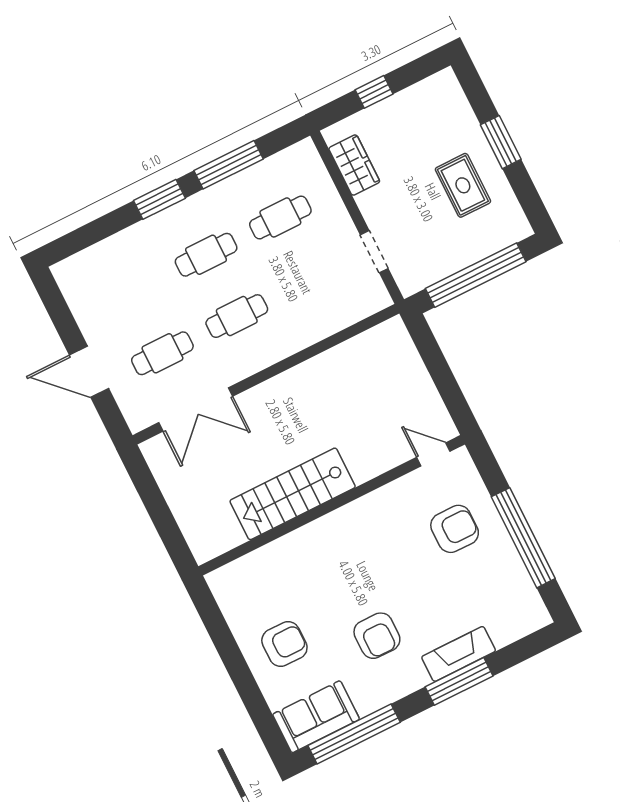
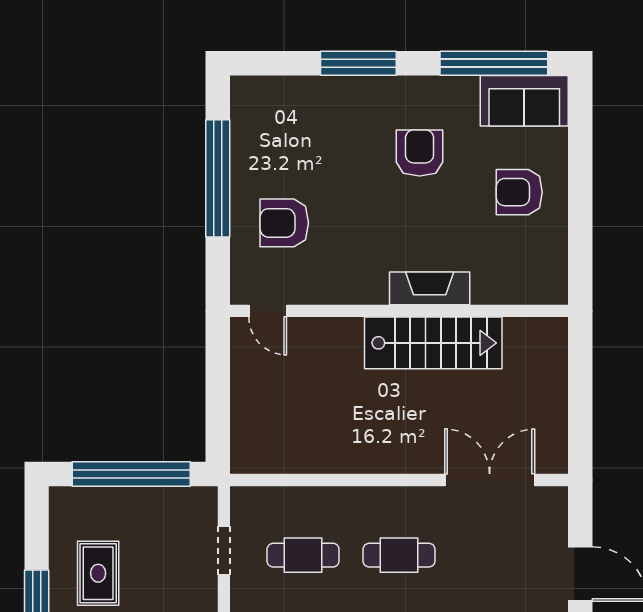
cafe table: (162, 353) -> (303, 555), moved
fireplace: (459, 654) -> (430, 288), moved, turned 180

